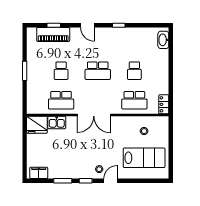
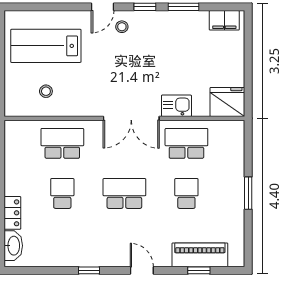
locker: (164, 104) -> (12, 213), moved
double door: (94, 115) -> (131, 118), swing flipped
kitchen sink: (57, 122) -> (176, 106), moved

